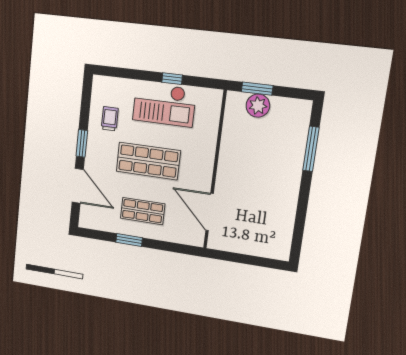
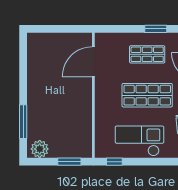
window: (172, 79) -> (114, 162), moved
plant: (258, 106) -> (40, 149), moved
door: (210, 212) -> (93, 62), swing flipped

